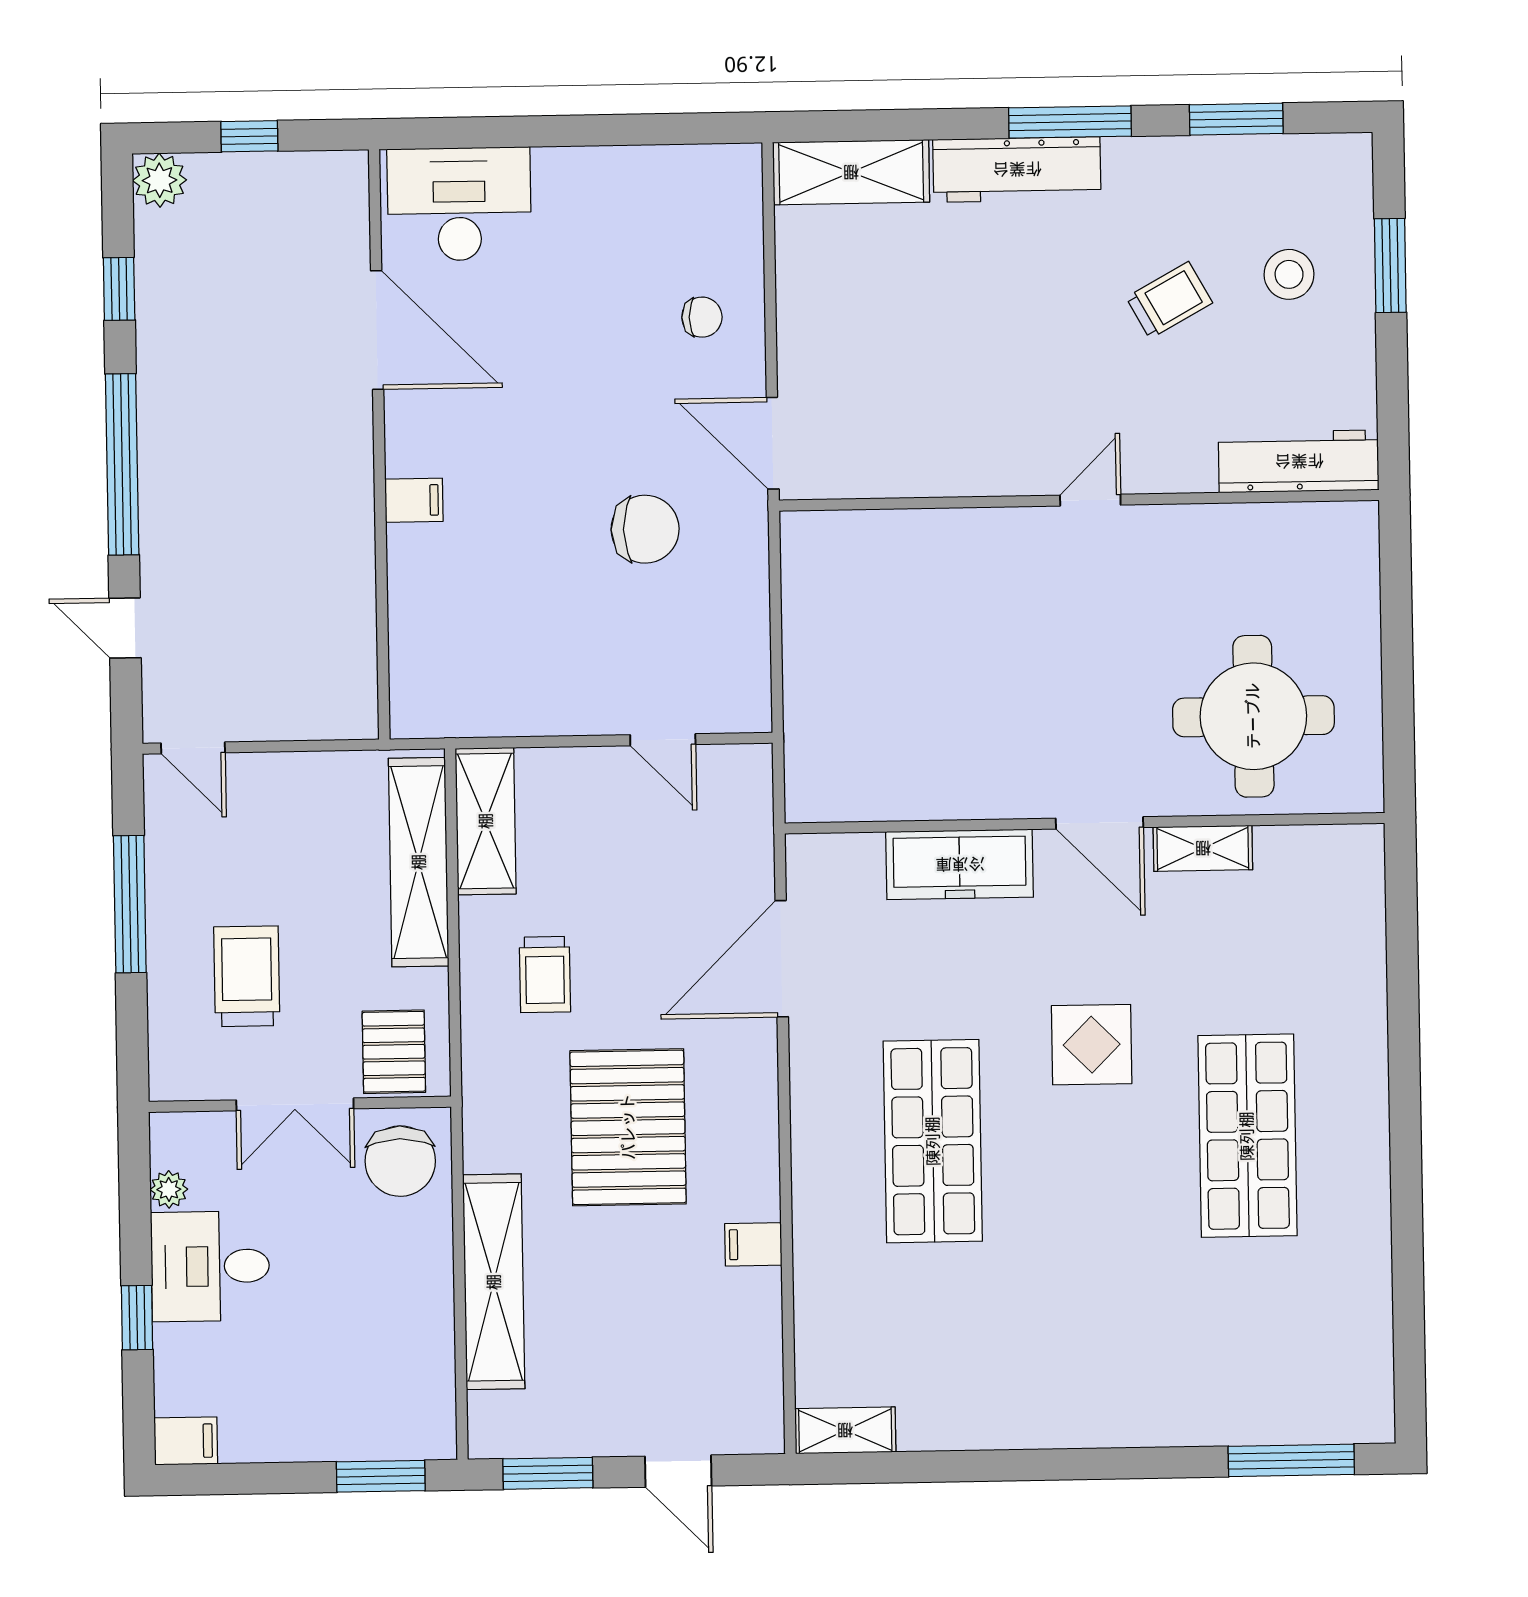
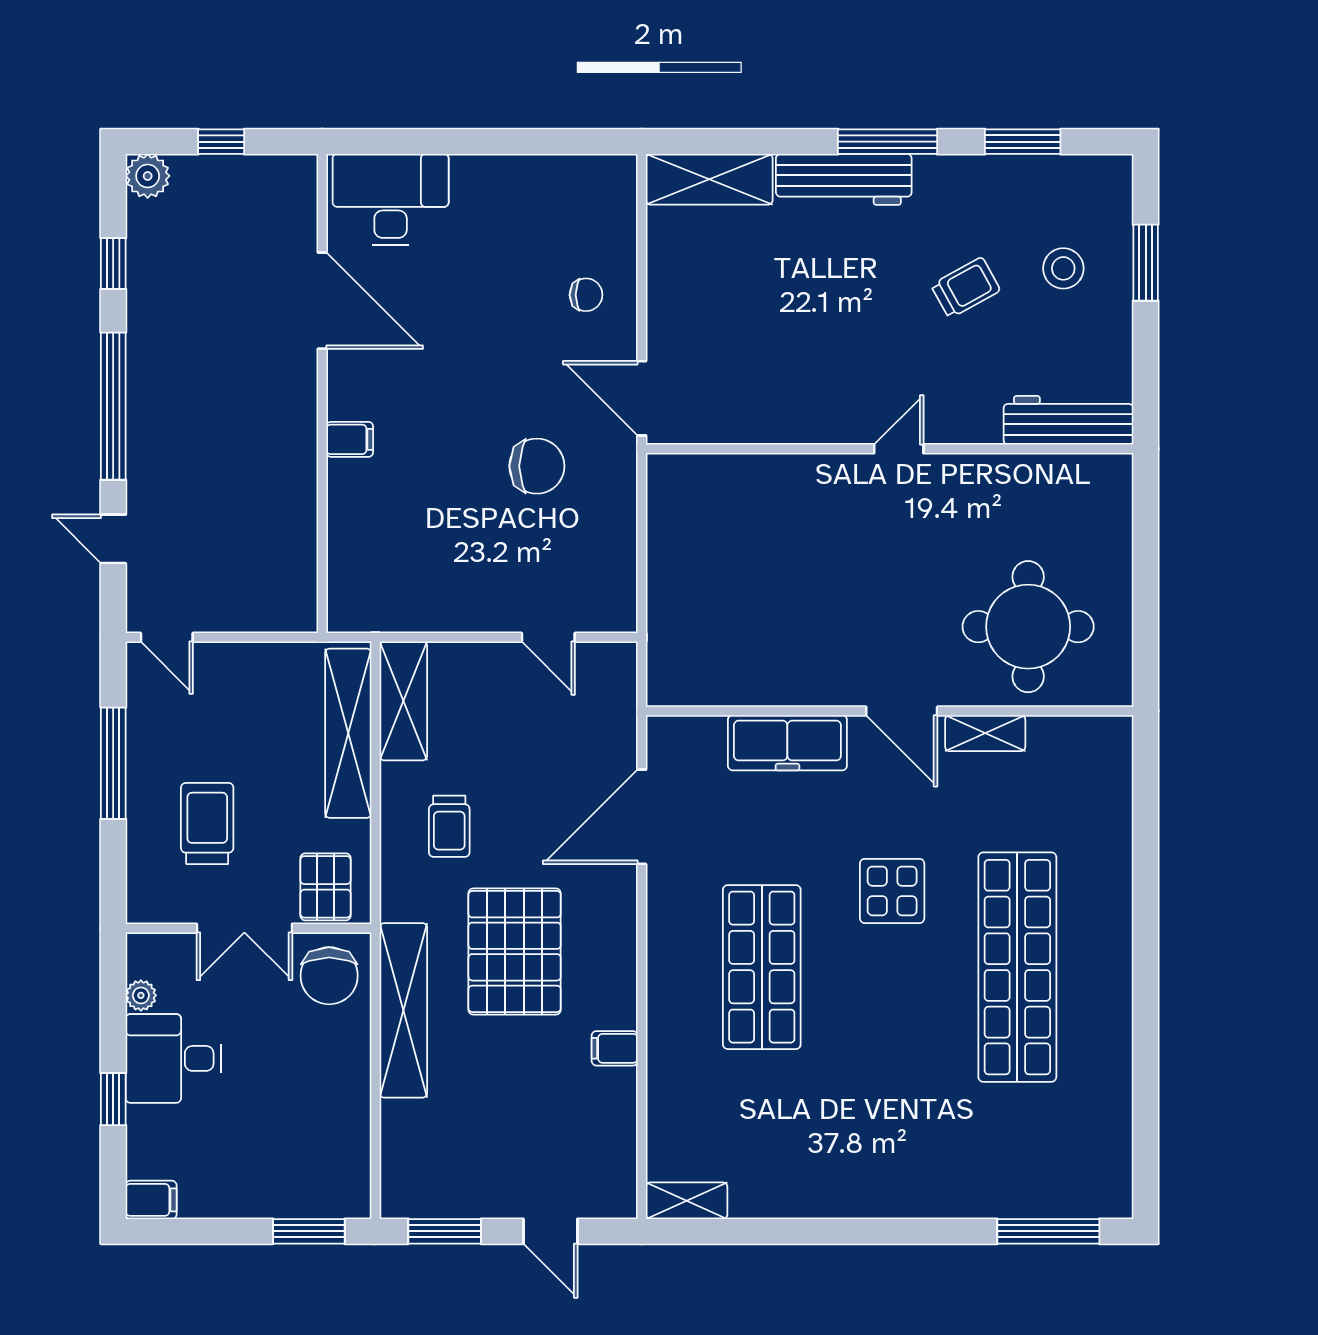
shop shelf: (1247, 1136) -> (1017, 967), width x1.40
shelving: (494, 1282) -> (403, 1010), moved

